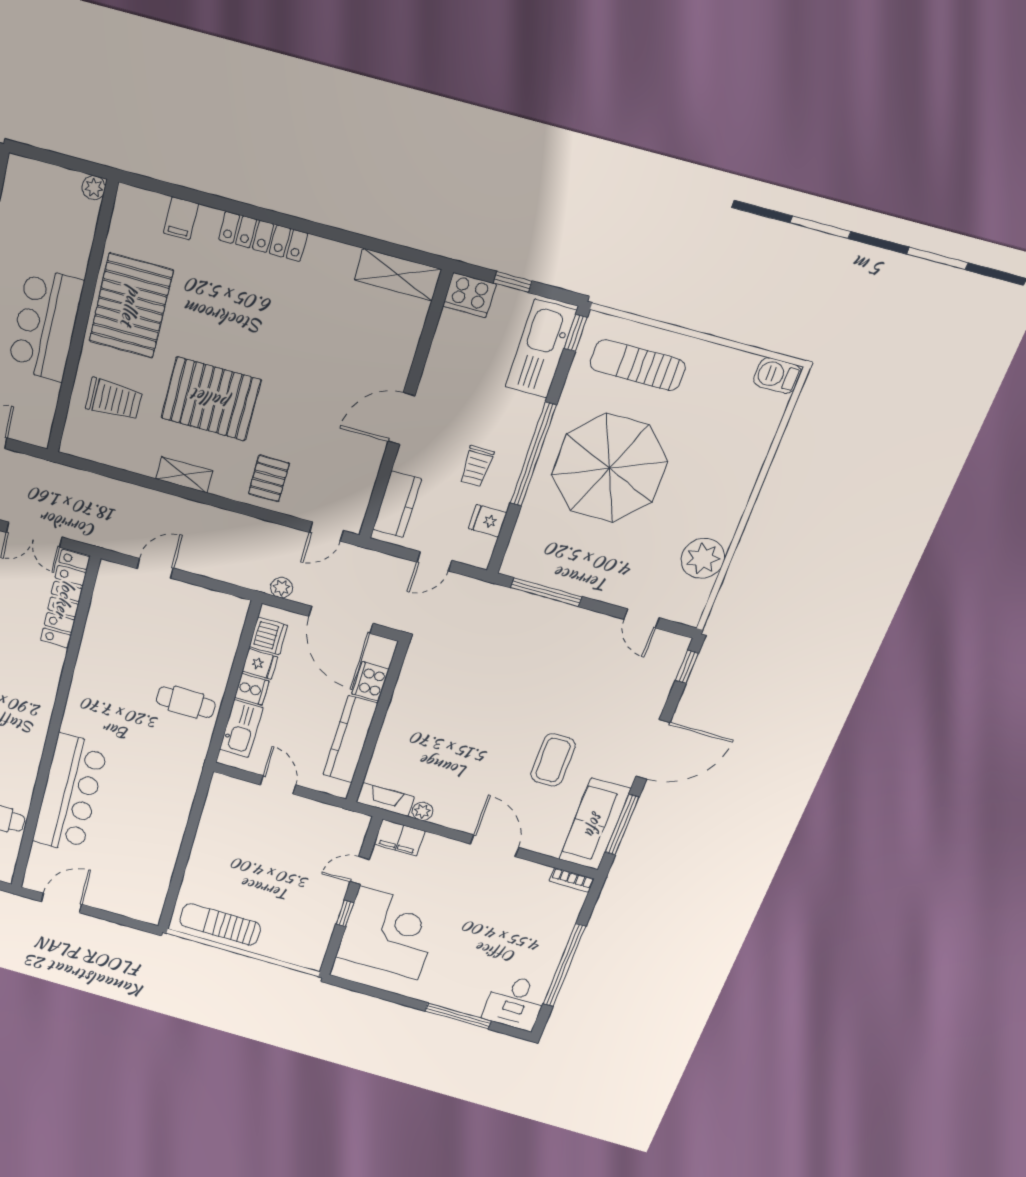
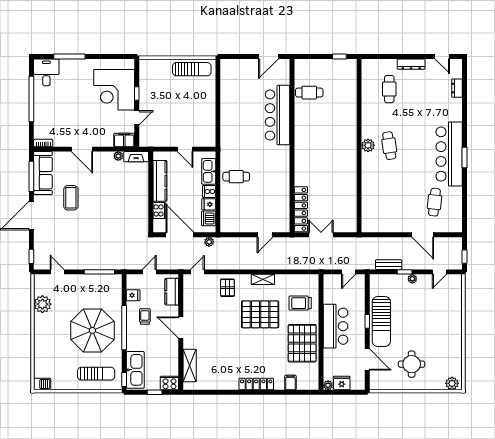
fridge: (60, 184) -> (342, 383), added
shelving: (398, 275) -> (190, 365), moved, turned 90
door: (402, 419) -> (181, 328), swing flipped

